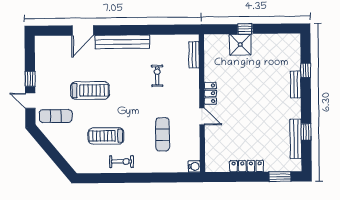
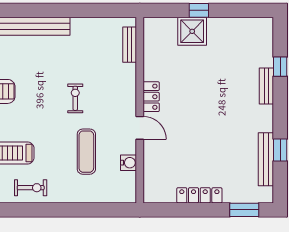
exercise bike: (157, 76) -> (75, 98), moved
water cooler: (194, 166) -> (129, 163), moved

